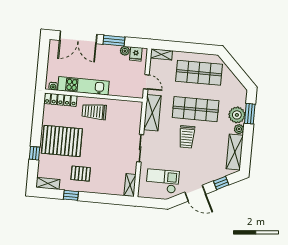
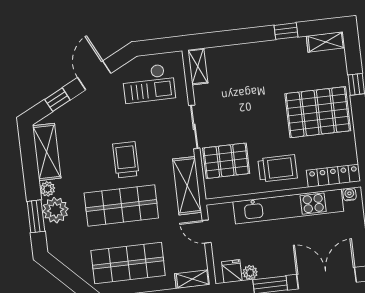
kitchen unit: (83, 86) -> (288, 206), width x1.36
pallet: (81, 174) -> (226, 161), moved, width x1.50, depth x1.42
door: (195, 193) -> (94, 75), hinge flipped

